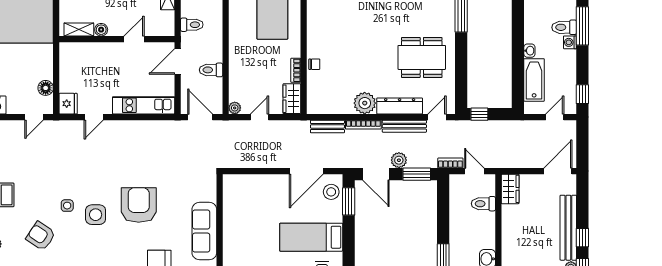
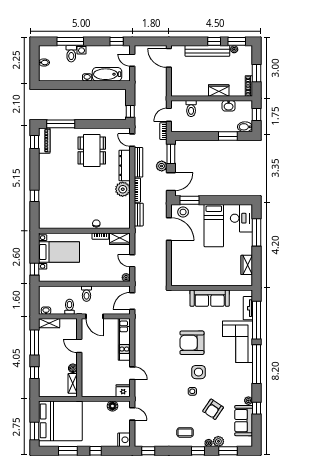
toilet: (211, 70) -> (87, 294), moved
wardrobe: (510, 189) -> (219, 90), moved

